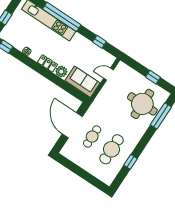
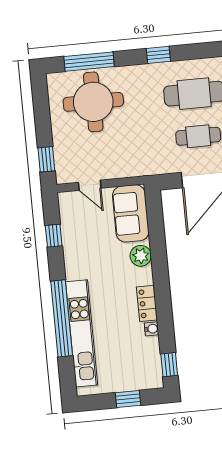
locker: (47, 63) -> (147, 303), moved
window: (153, 77) -> (46, 159), moved
window: (131, 162) -> (158, 55), moved

